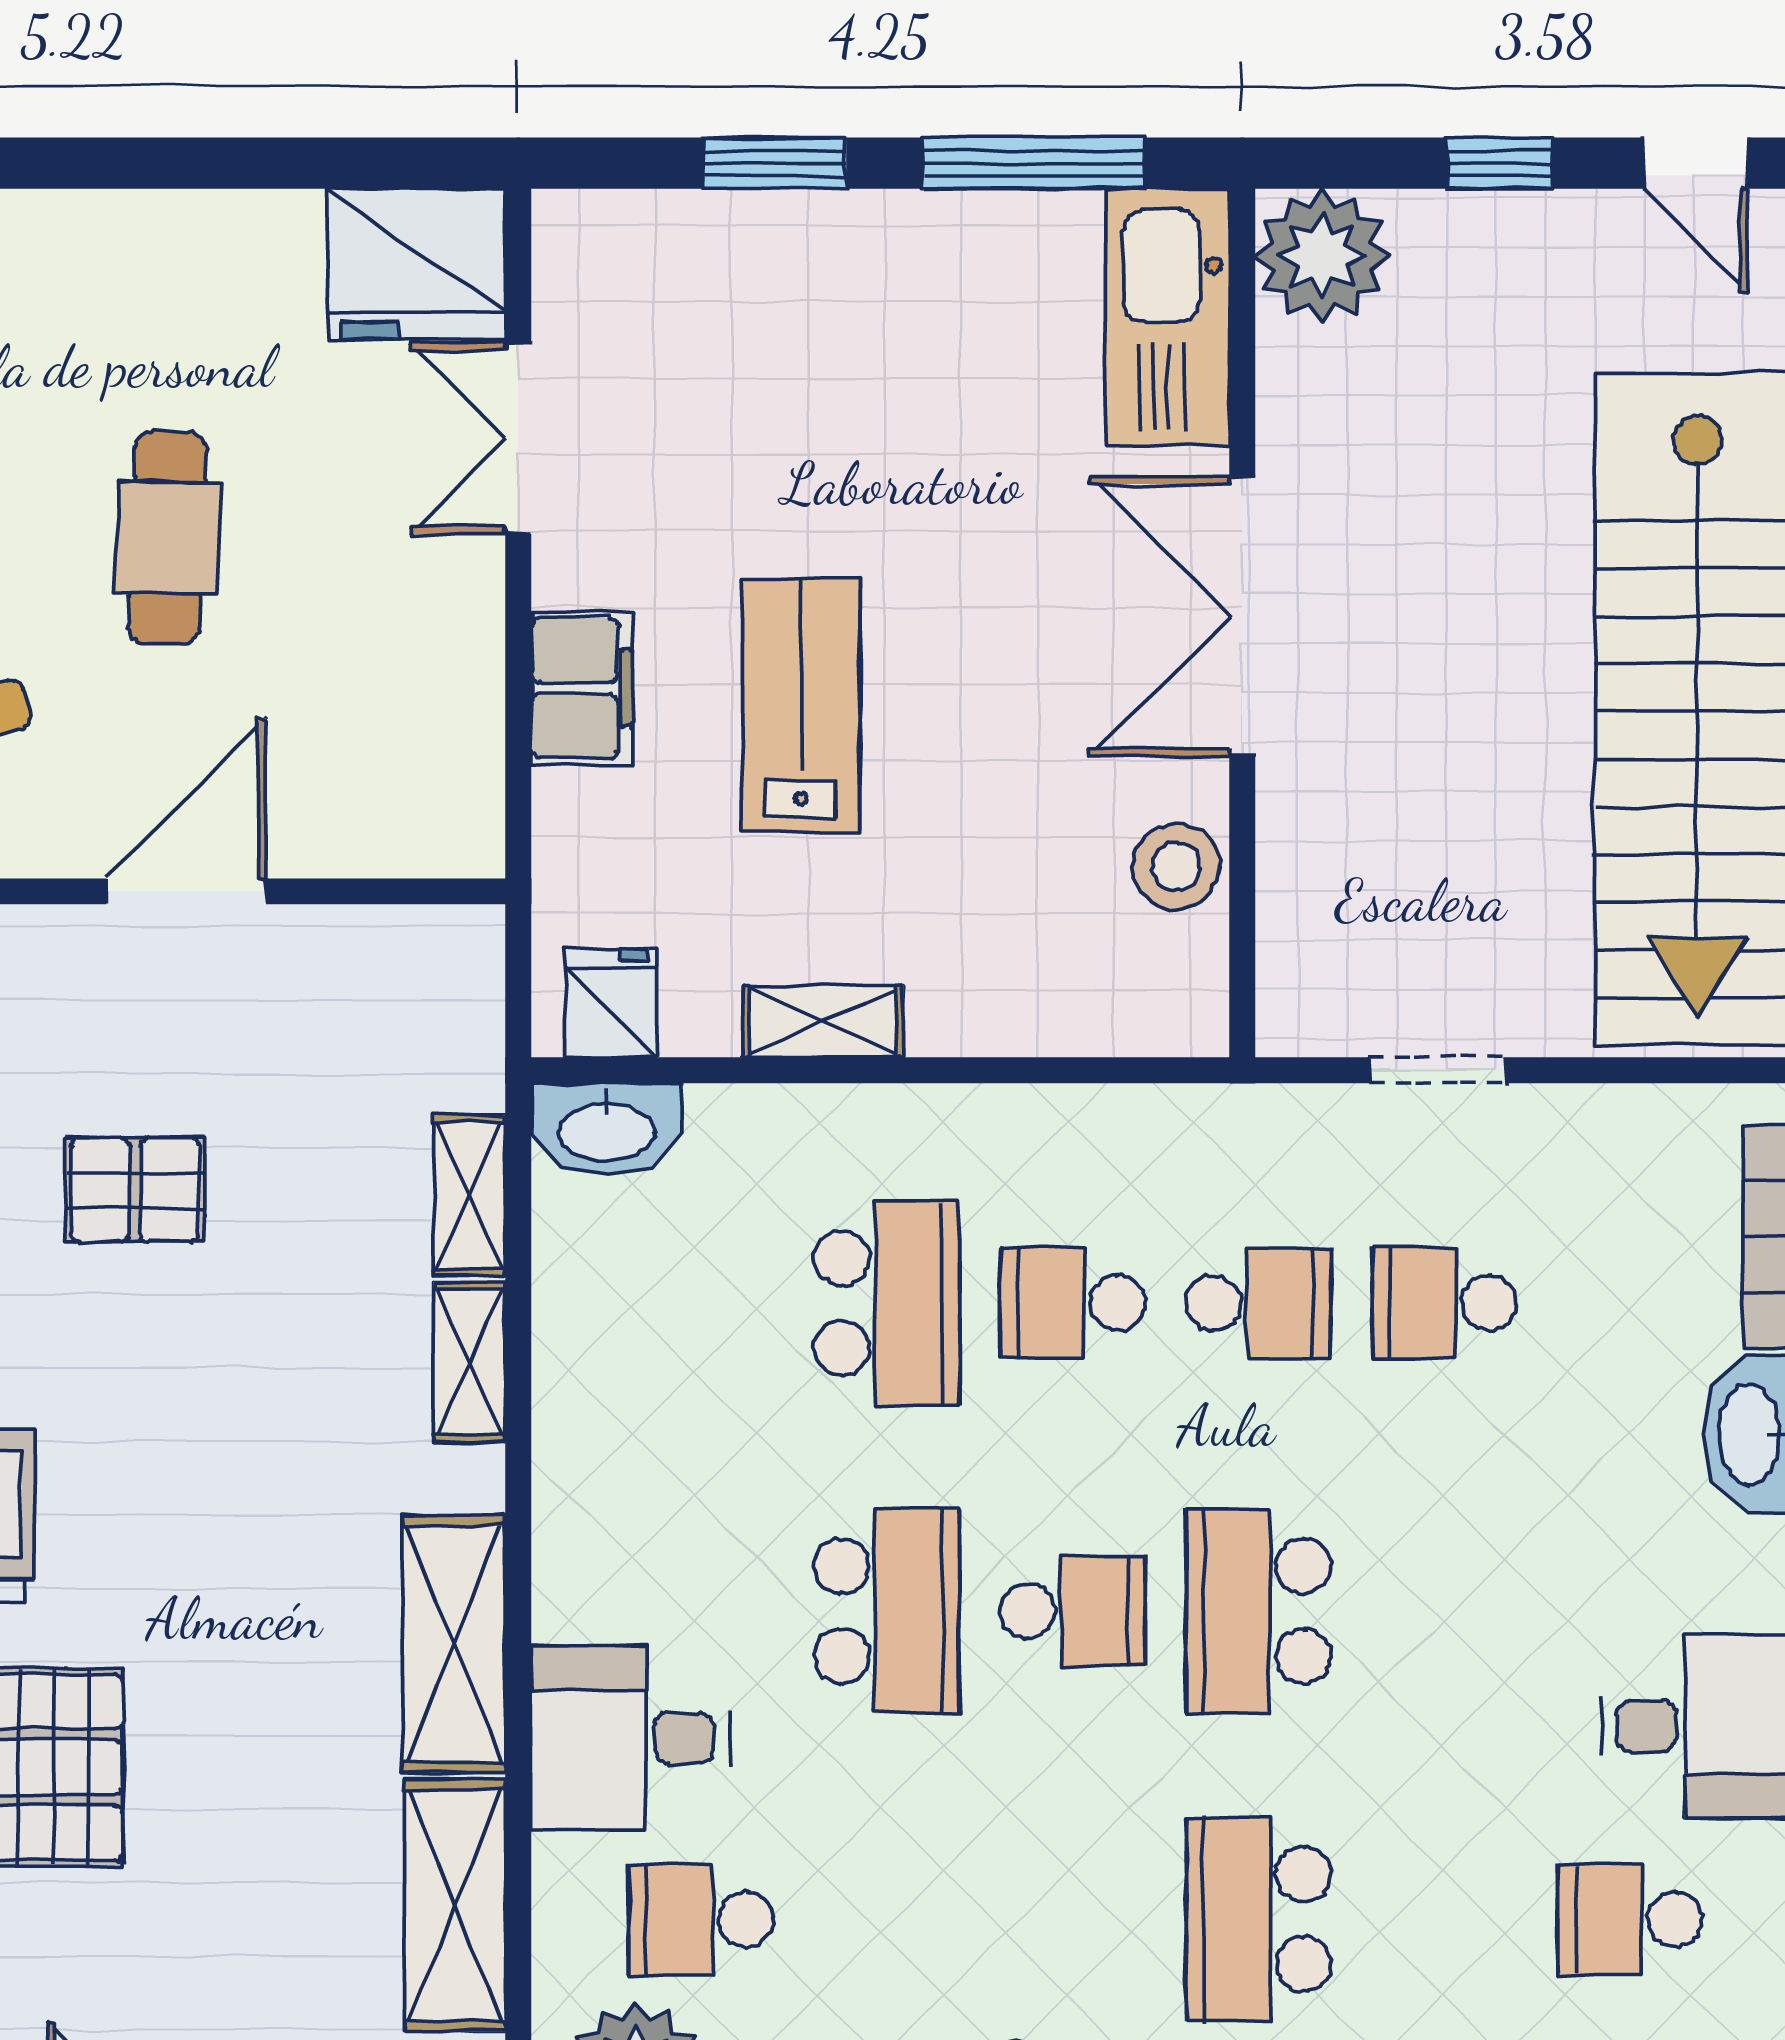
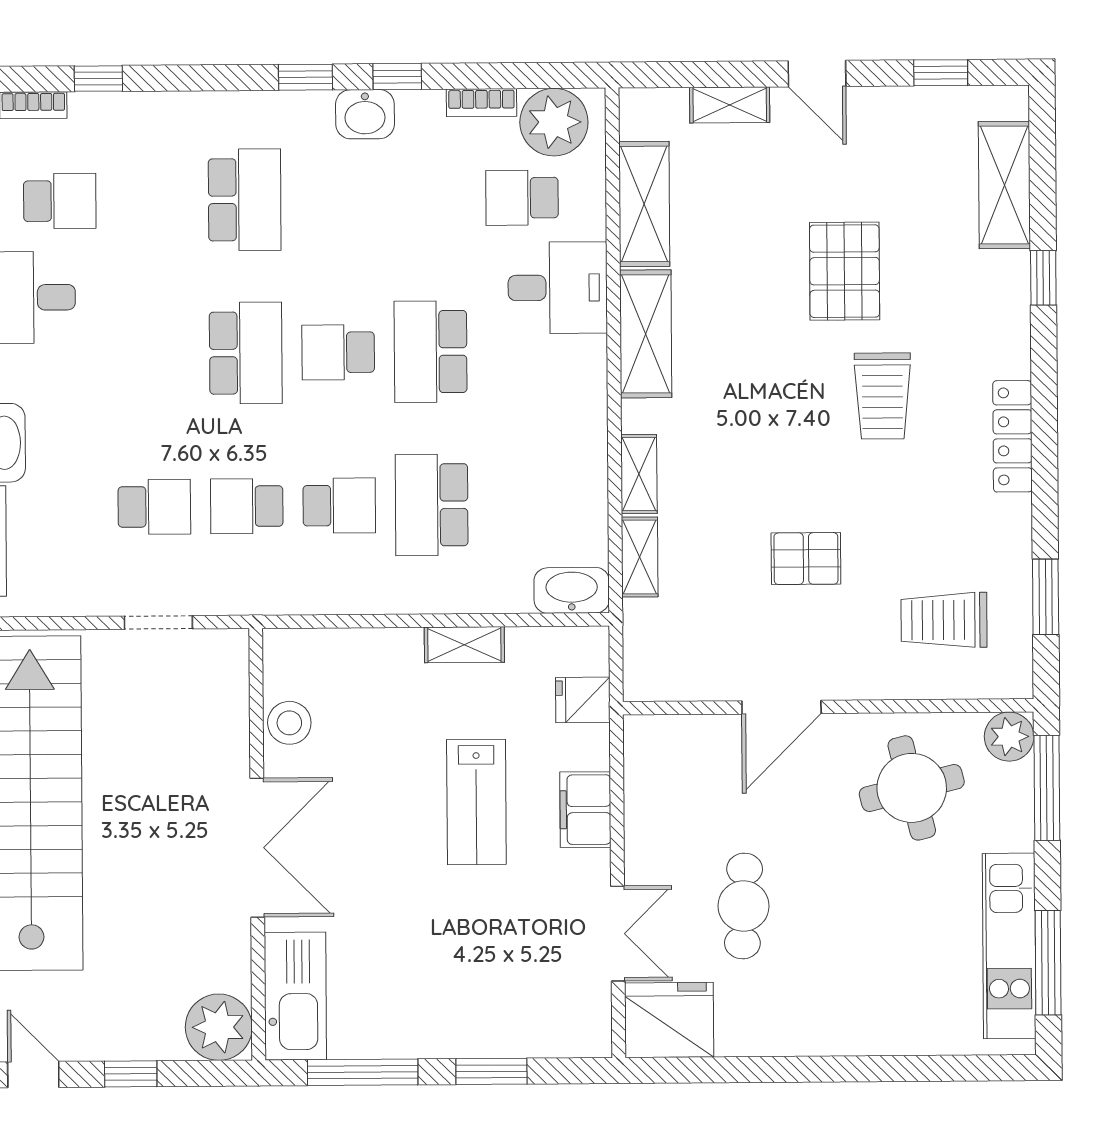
cafe table: (167, 538) -> (744, 906), moved
fridge: (611, 1003) -> (583, 700), moved, turned 90
school desk: (701, 1919) -> (522, 198), turned 180

